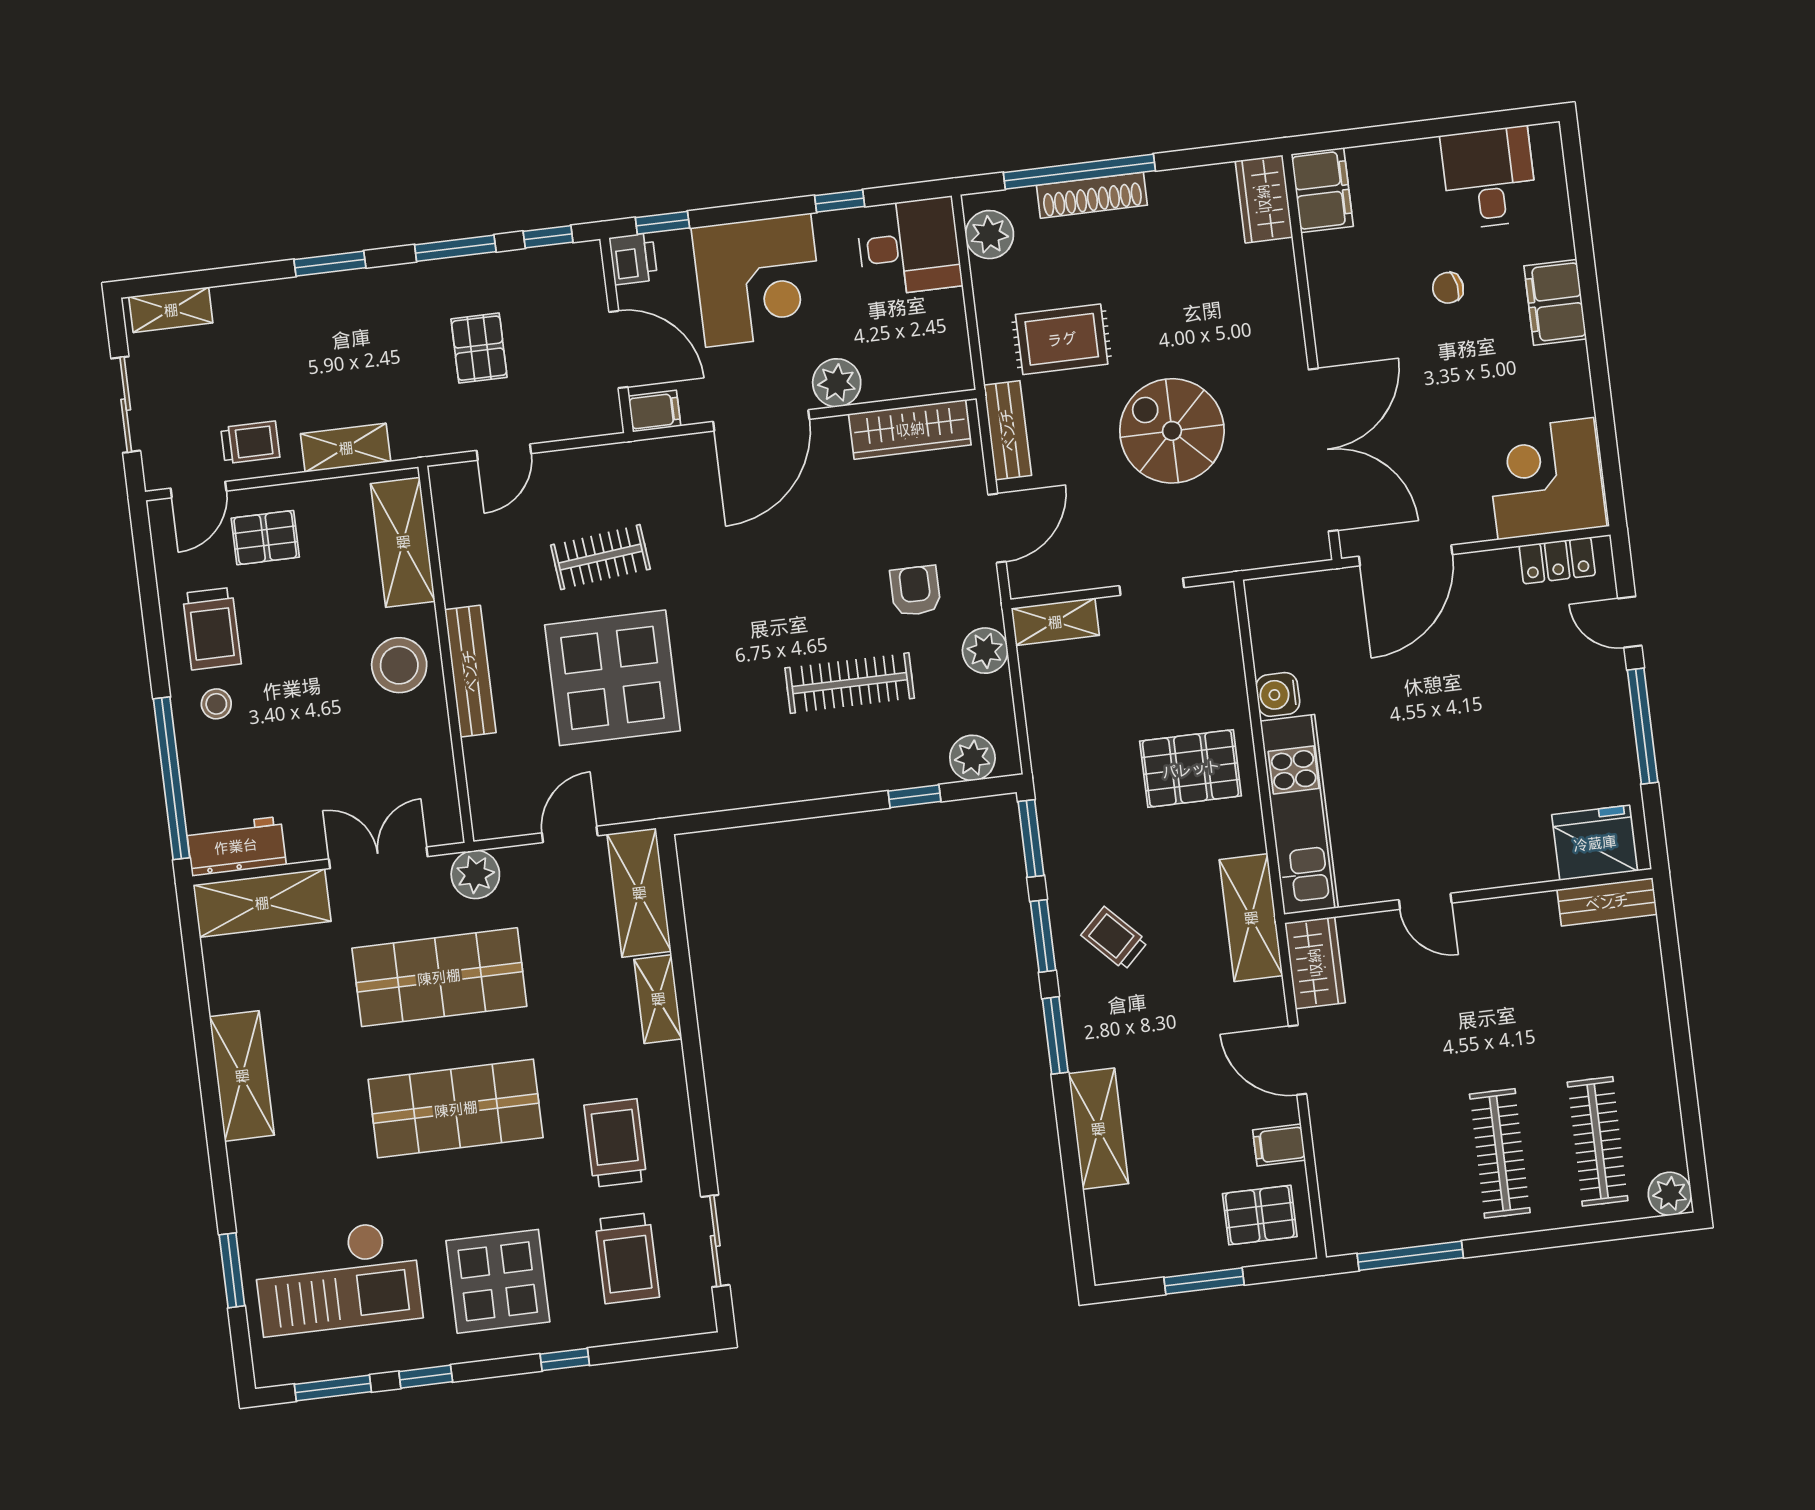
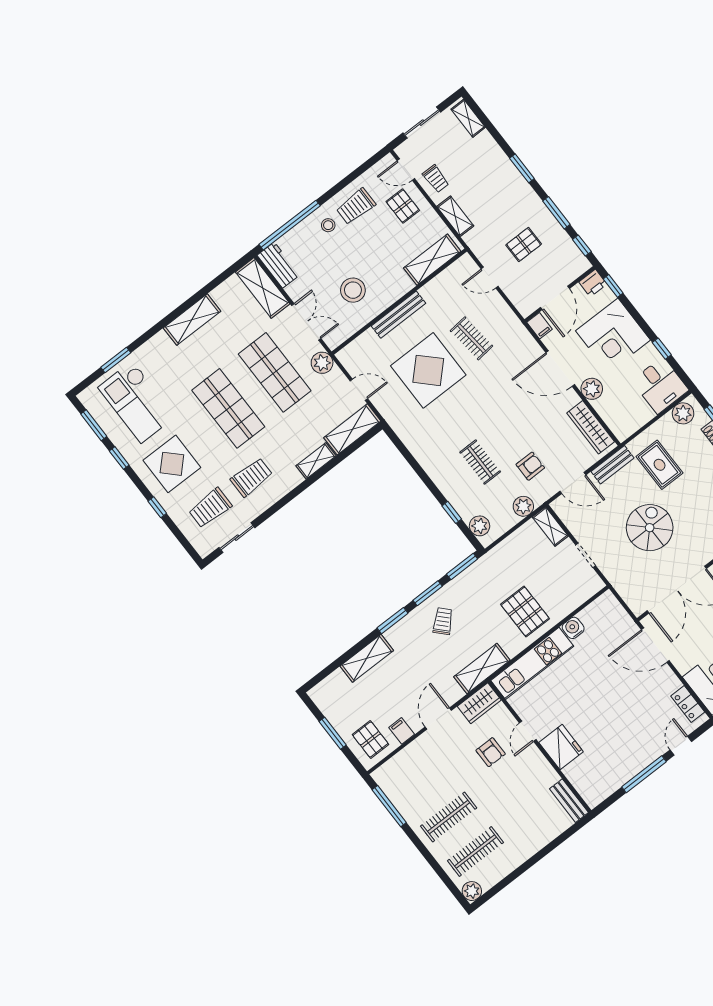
stool: (399, 665) -> (353, 290), moved
clothes rail: (850, 683) -> (480, 462), width x0.73
fridge: (1595, 843) -> (561, 747), moved
armchair: (1423, 997) -> (491, 752), added

